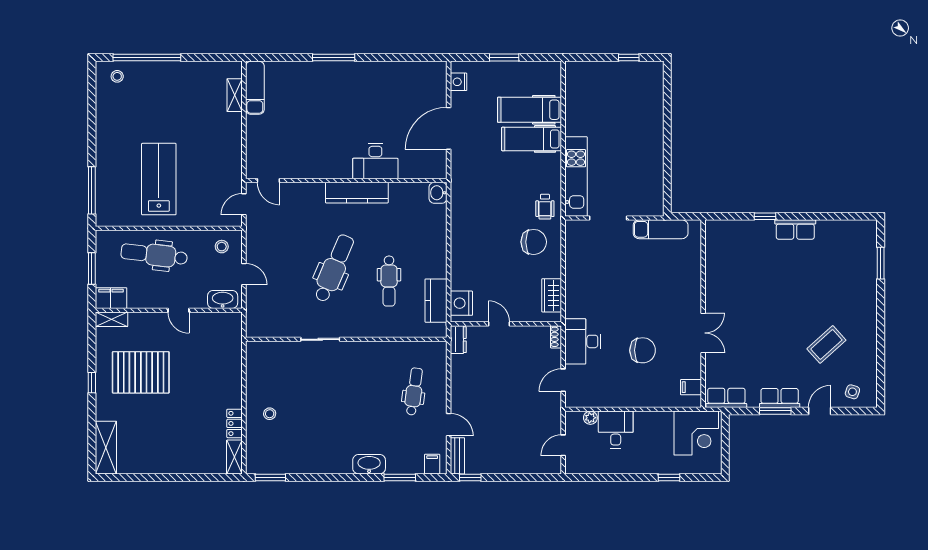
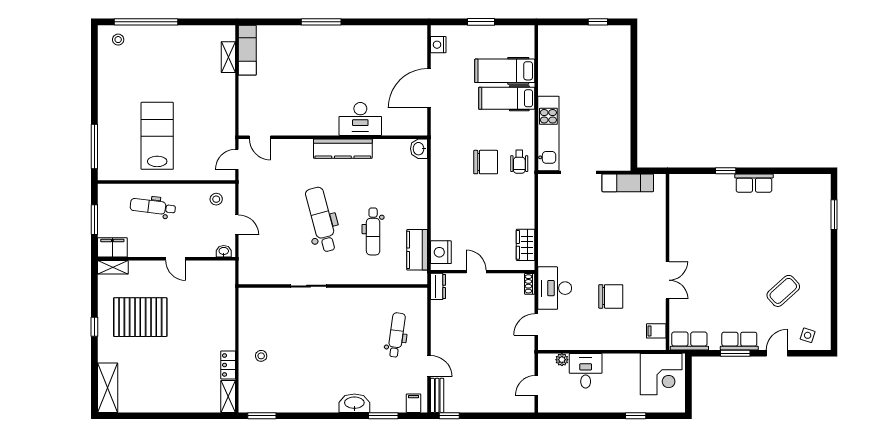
chair: (534, 242) -> (486, 162), moved
dental chair: (154, 255) -> (153, 207), width x0.73, depth x0.72
dental chair: (334, 268) -> (321, 219), turned -38
washbasin: (223, 299) -> (224, 251), width x0.52, depth x0.69

